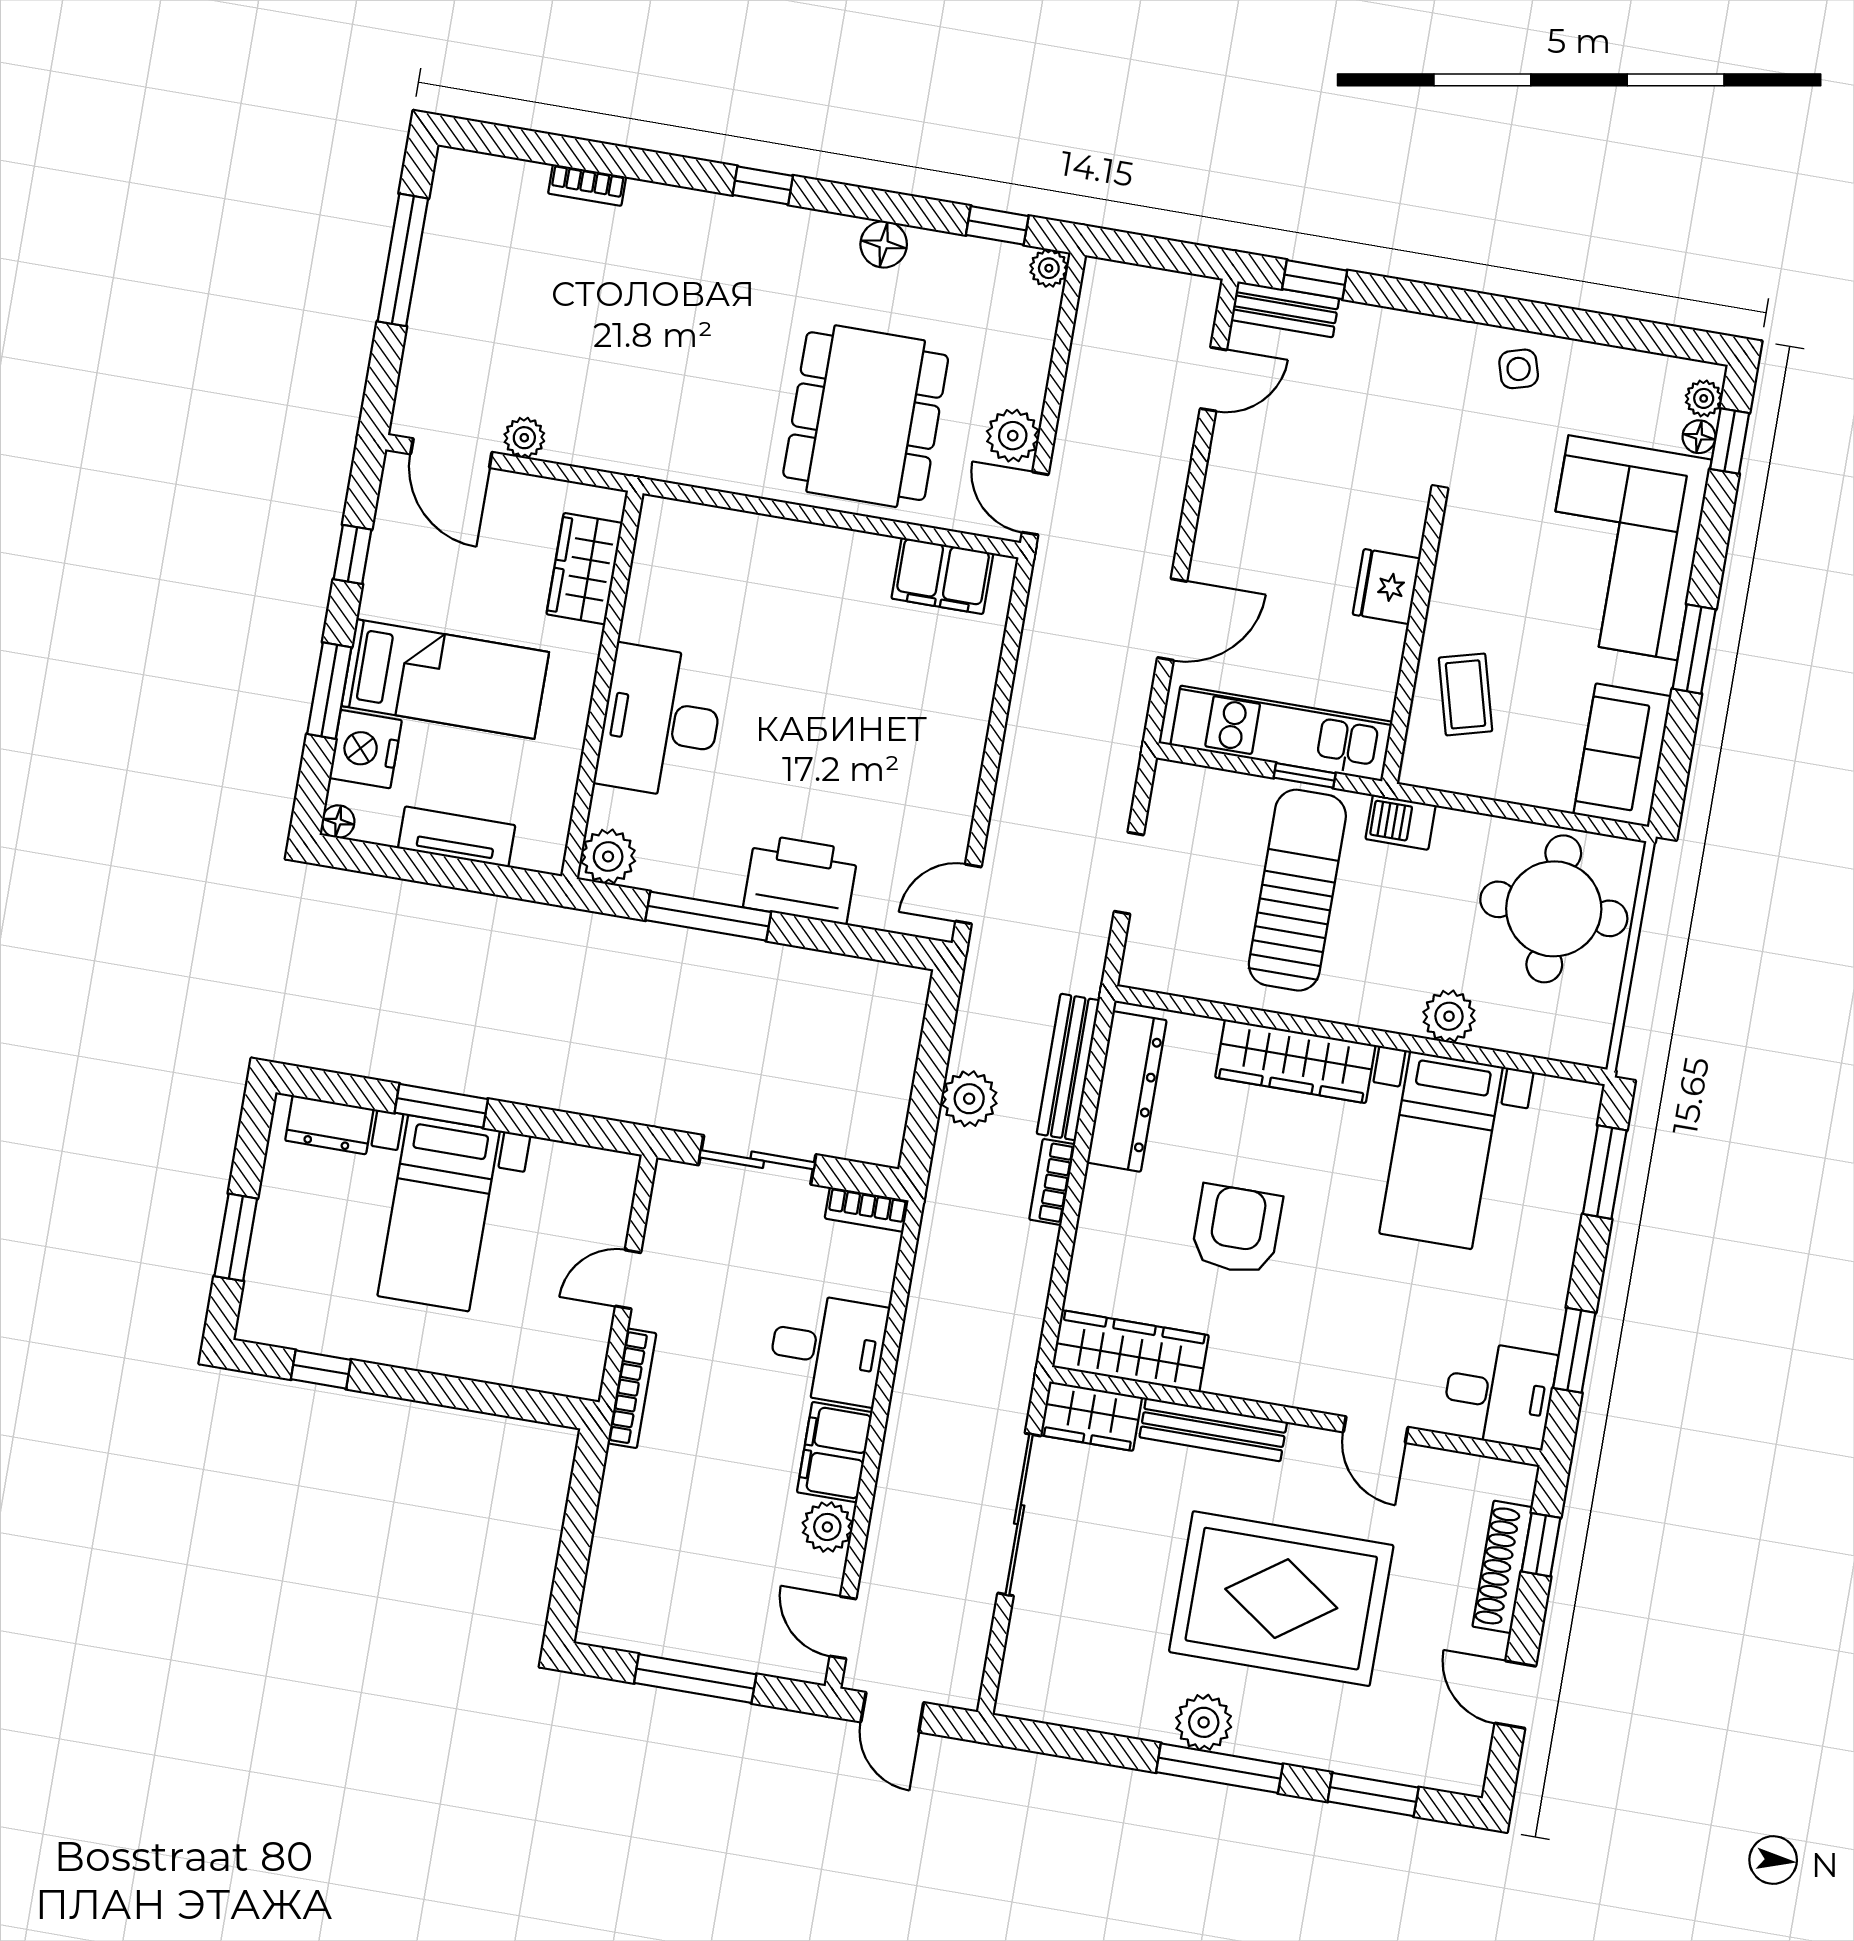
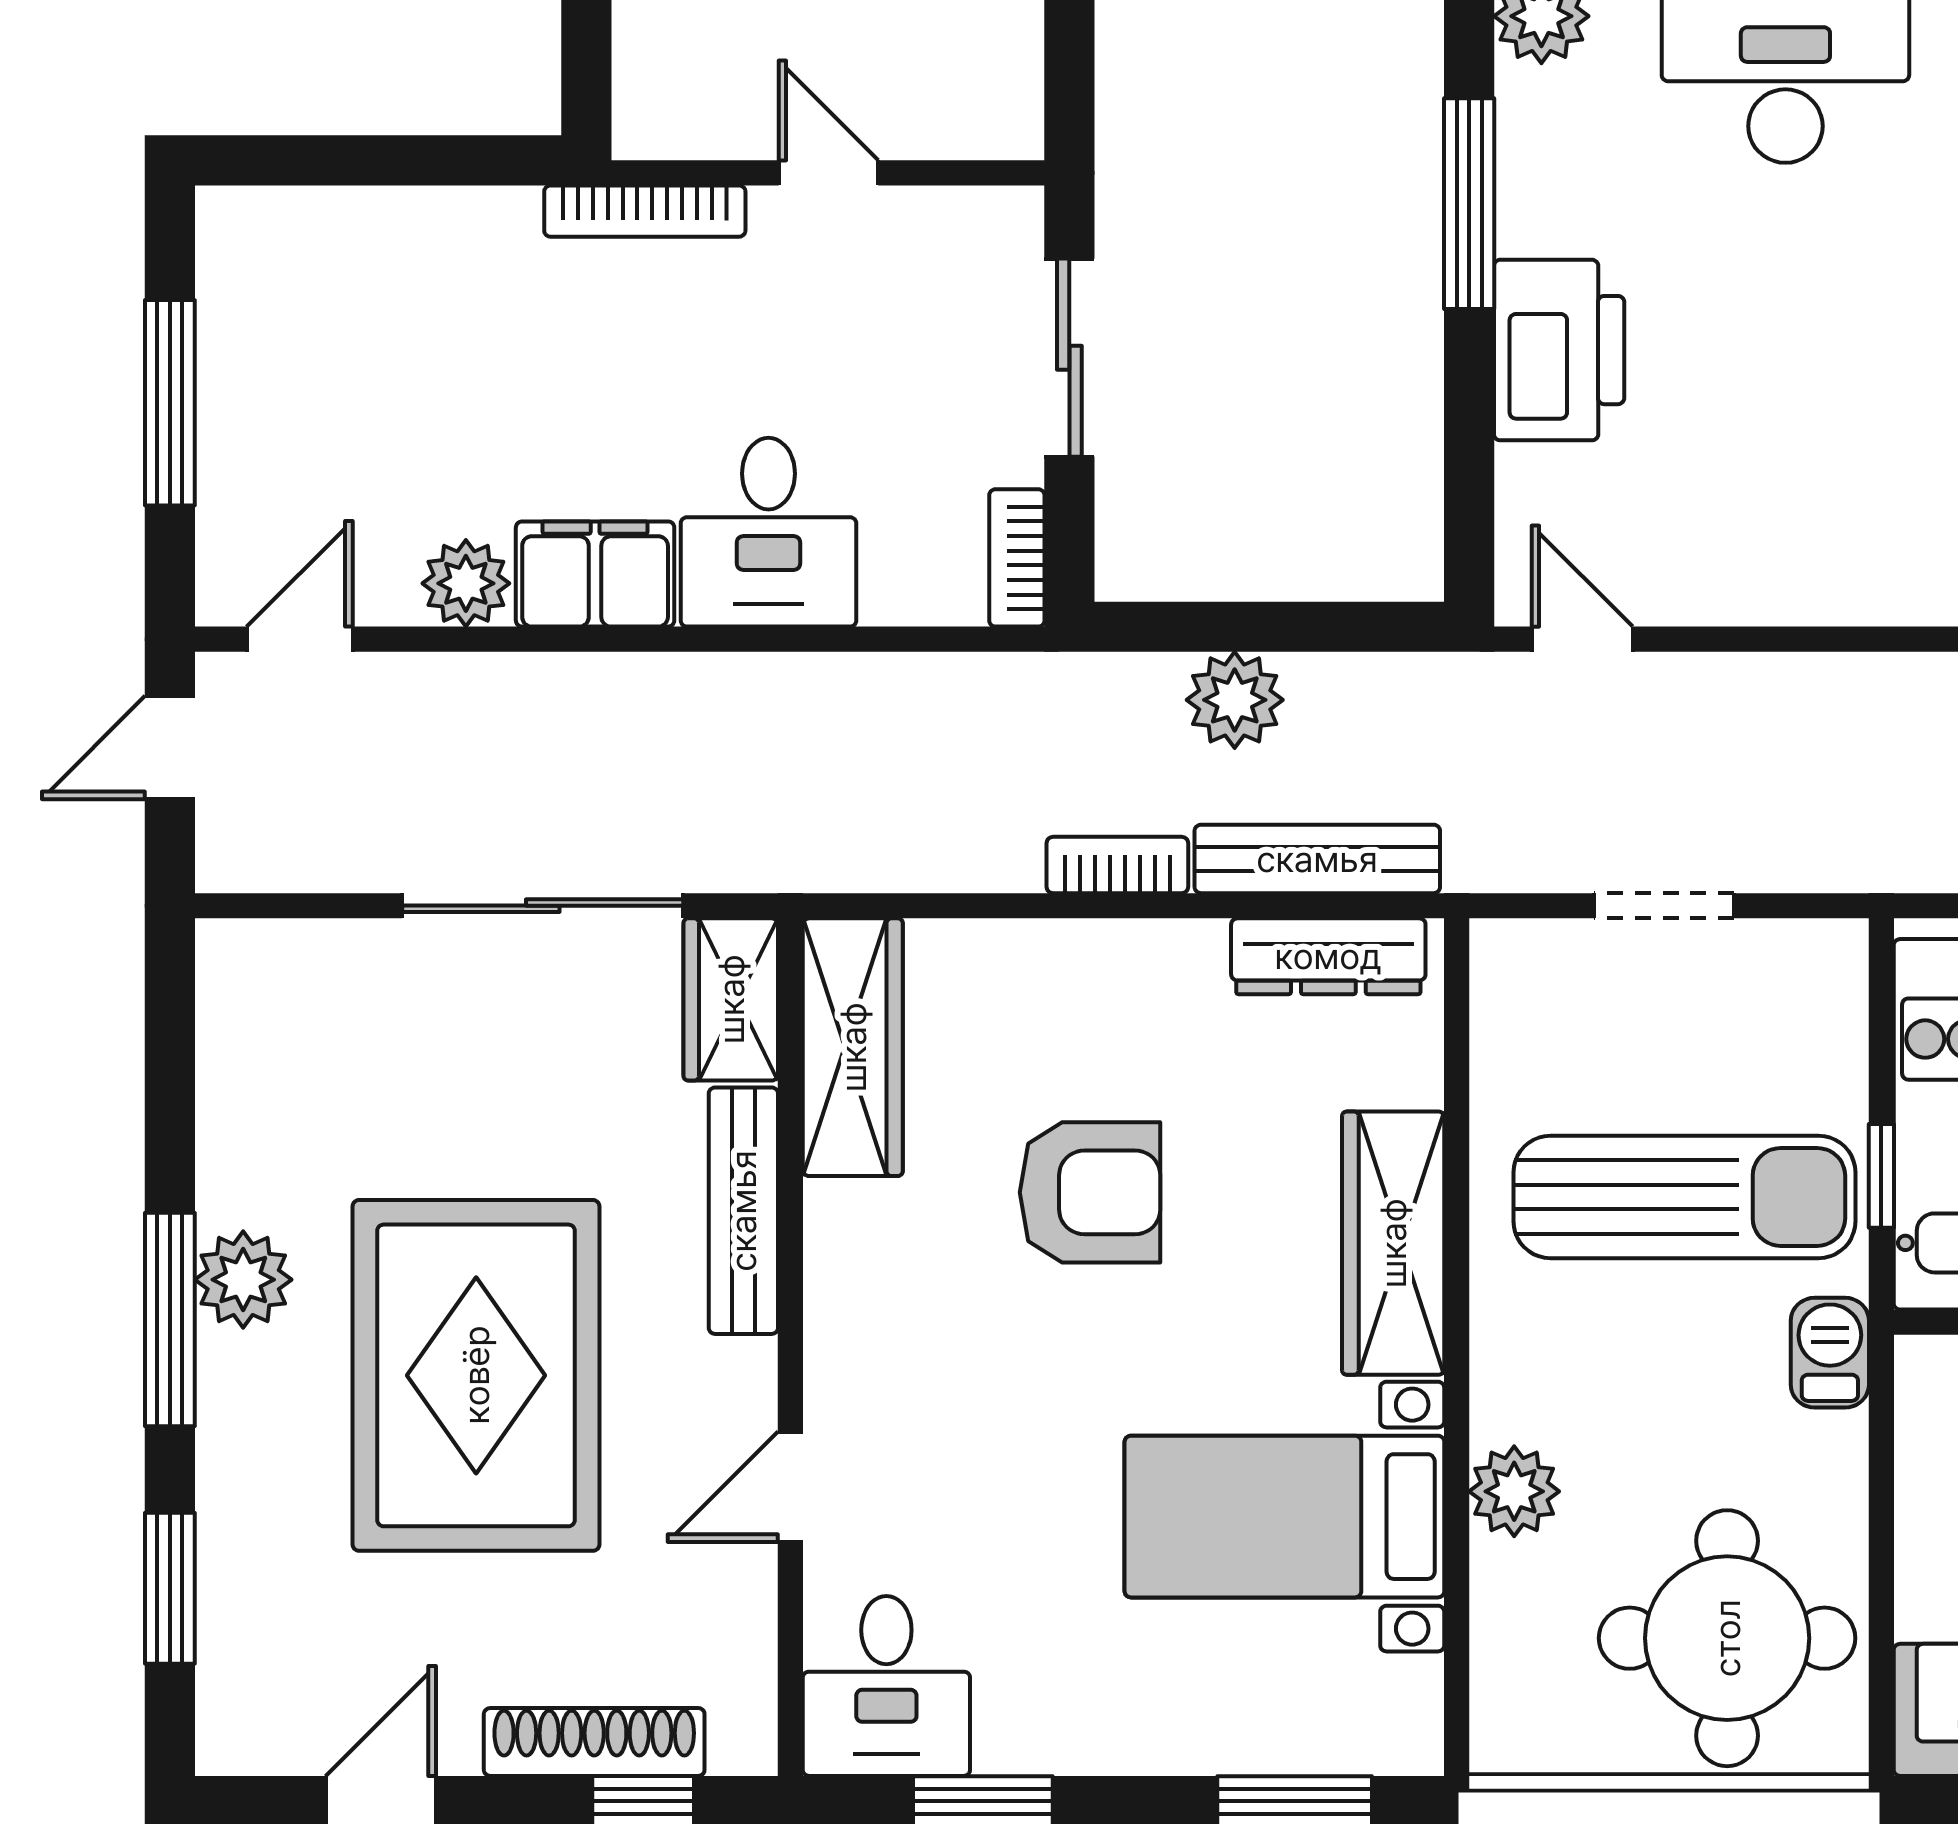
dresser: (1127, 1091) -> (1328, 956), width x0.73, depth x0.80

